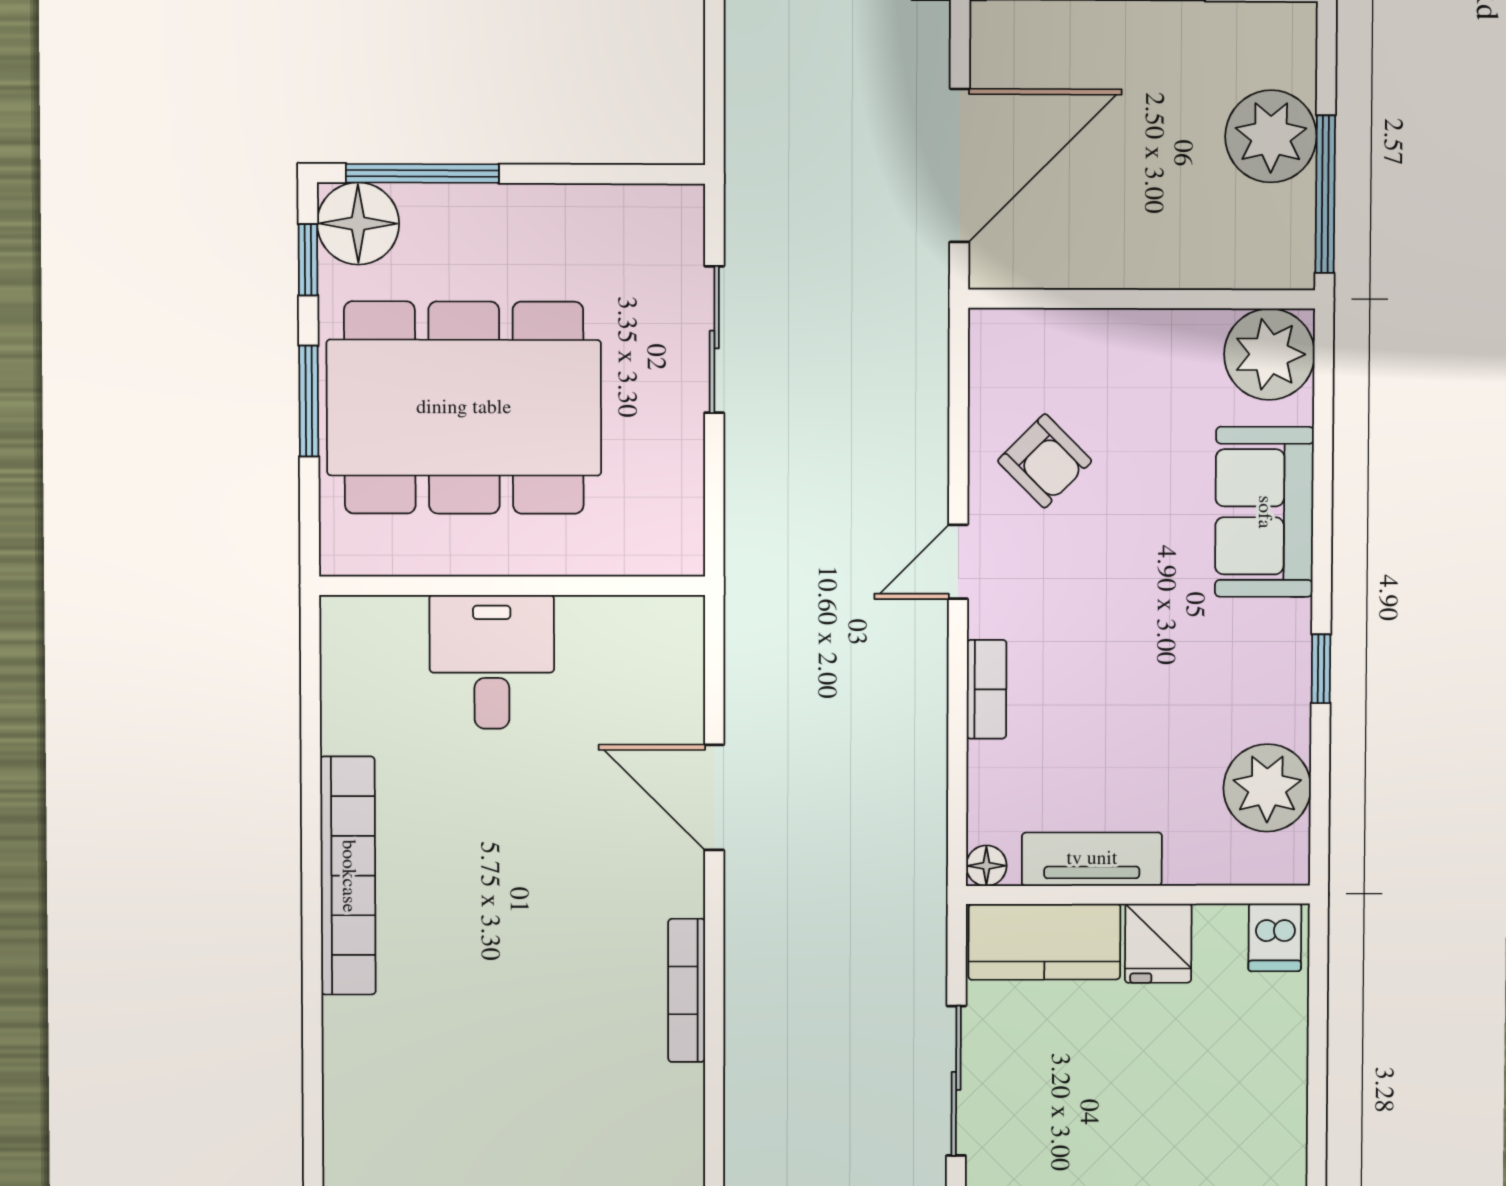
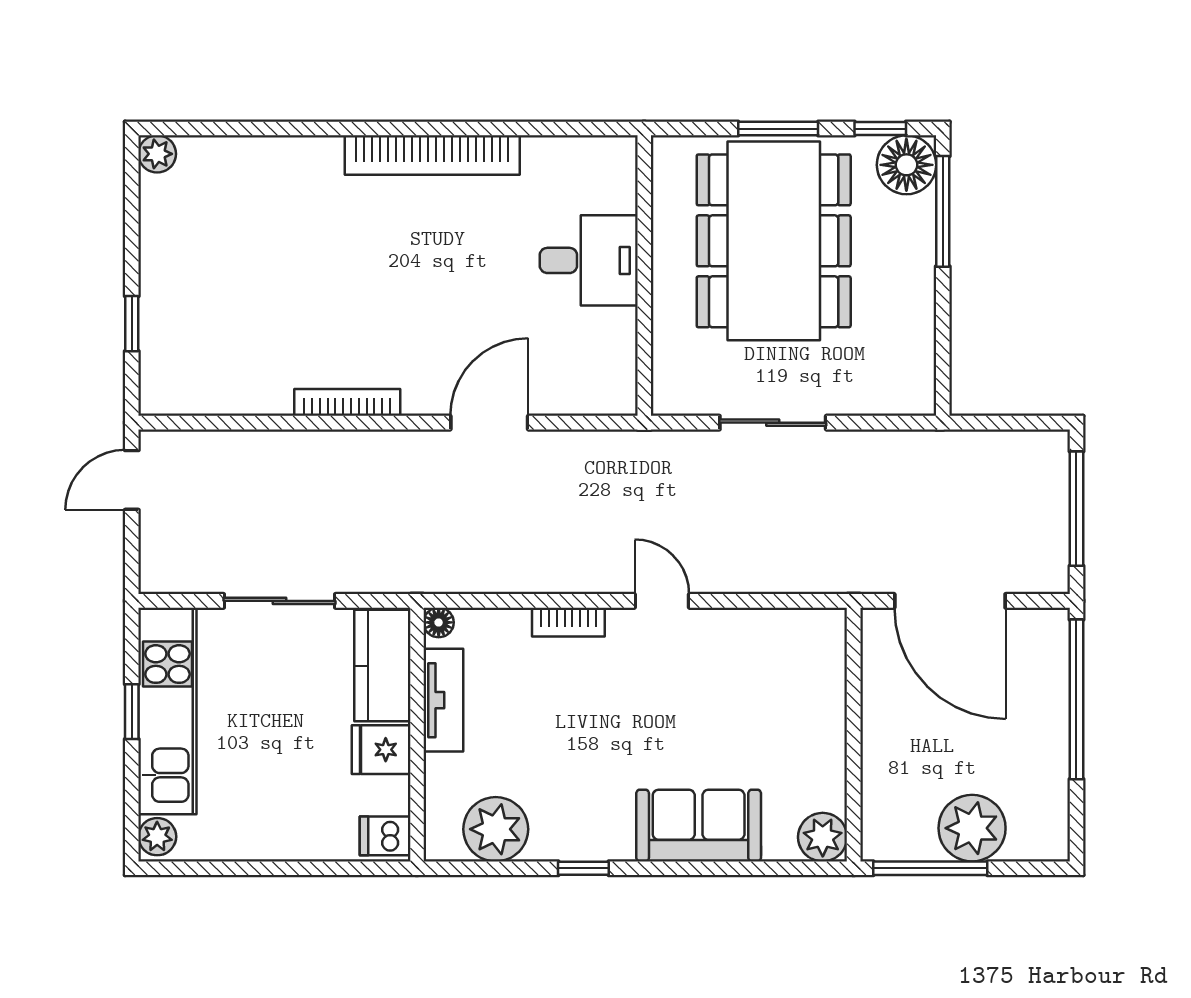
sliding door: (714, 340) -> (773, 423), moved
plant: (1269, 354) -> (823, 837), width x0.73, depth x0.73
armchair: (1045, 461) -> (736, 664), removed

